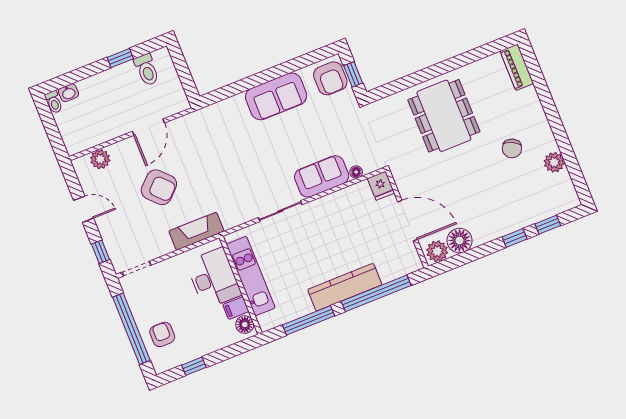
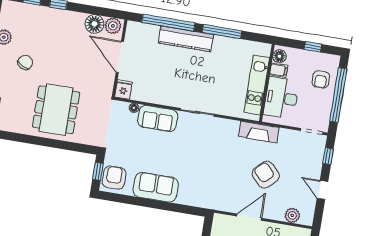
kitchen unit: (251, 276) -> (257, 85), moved
desk: (214, 278) -> (281, 98), moved
wall: (241, 285) -> (267, 83), moved
filing cabinet: (236, 308) -> (279, 70), moved
floor lamp: (245, 325) -> (279, 56), moved

